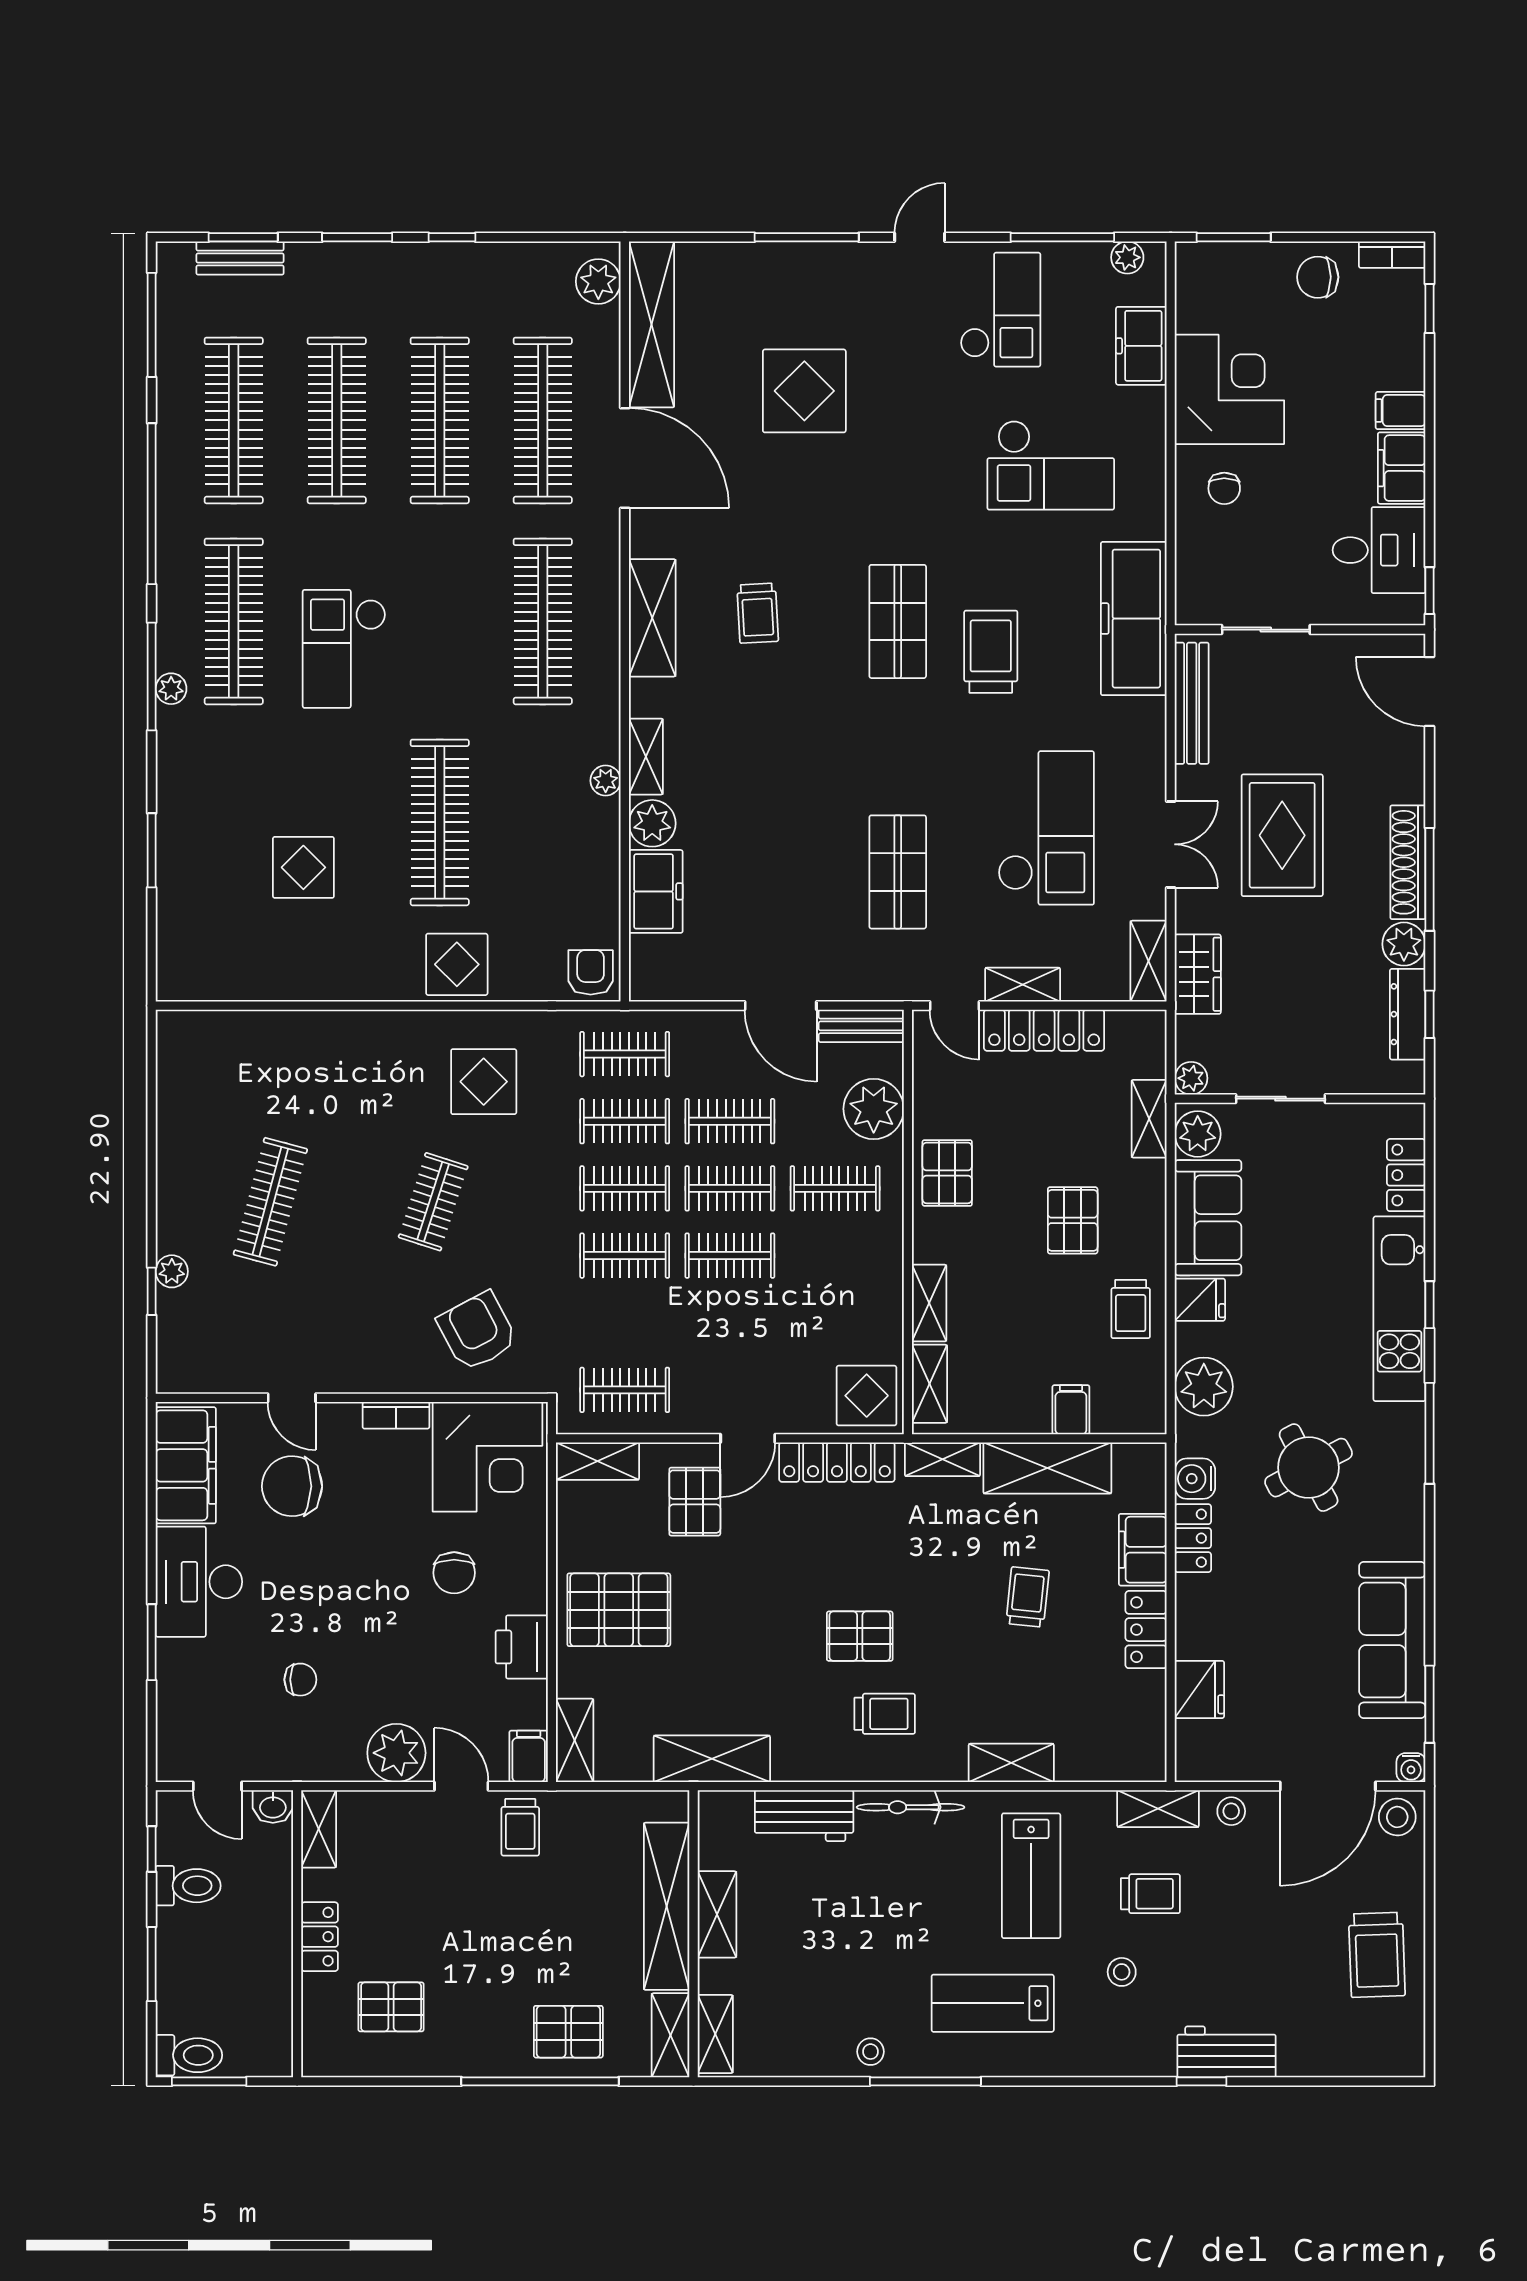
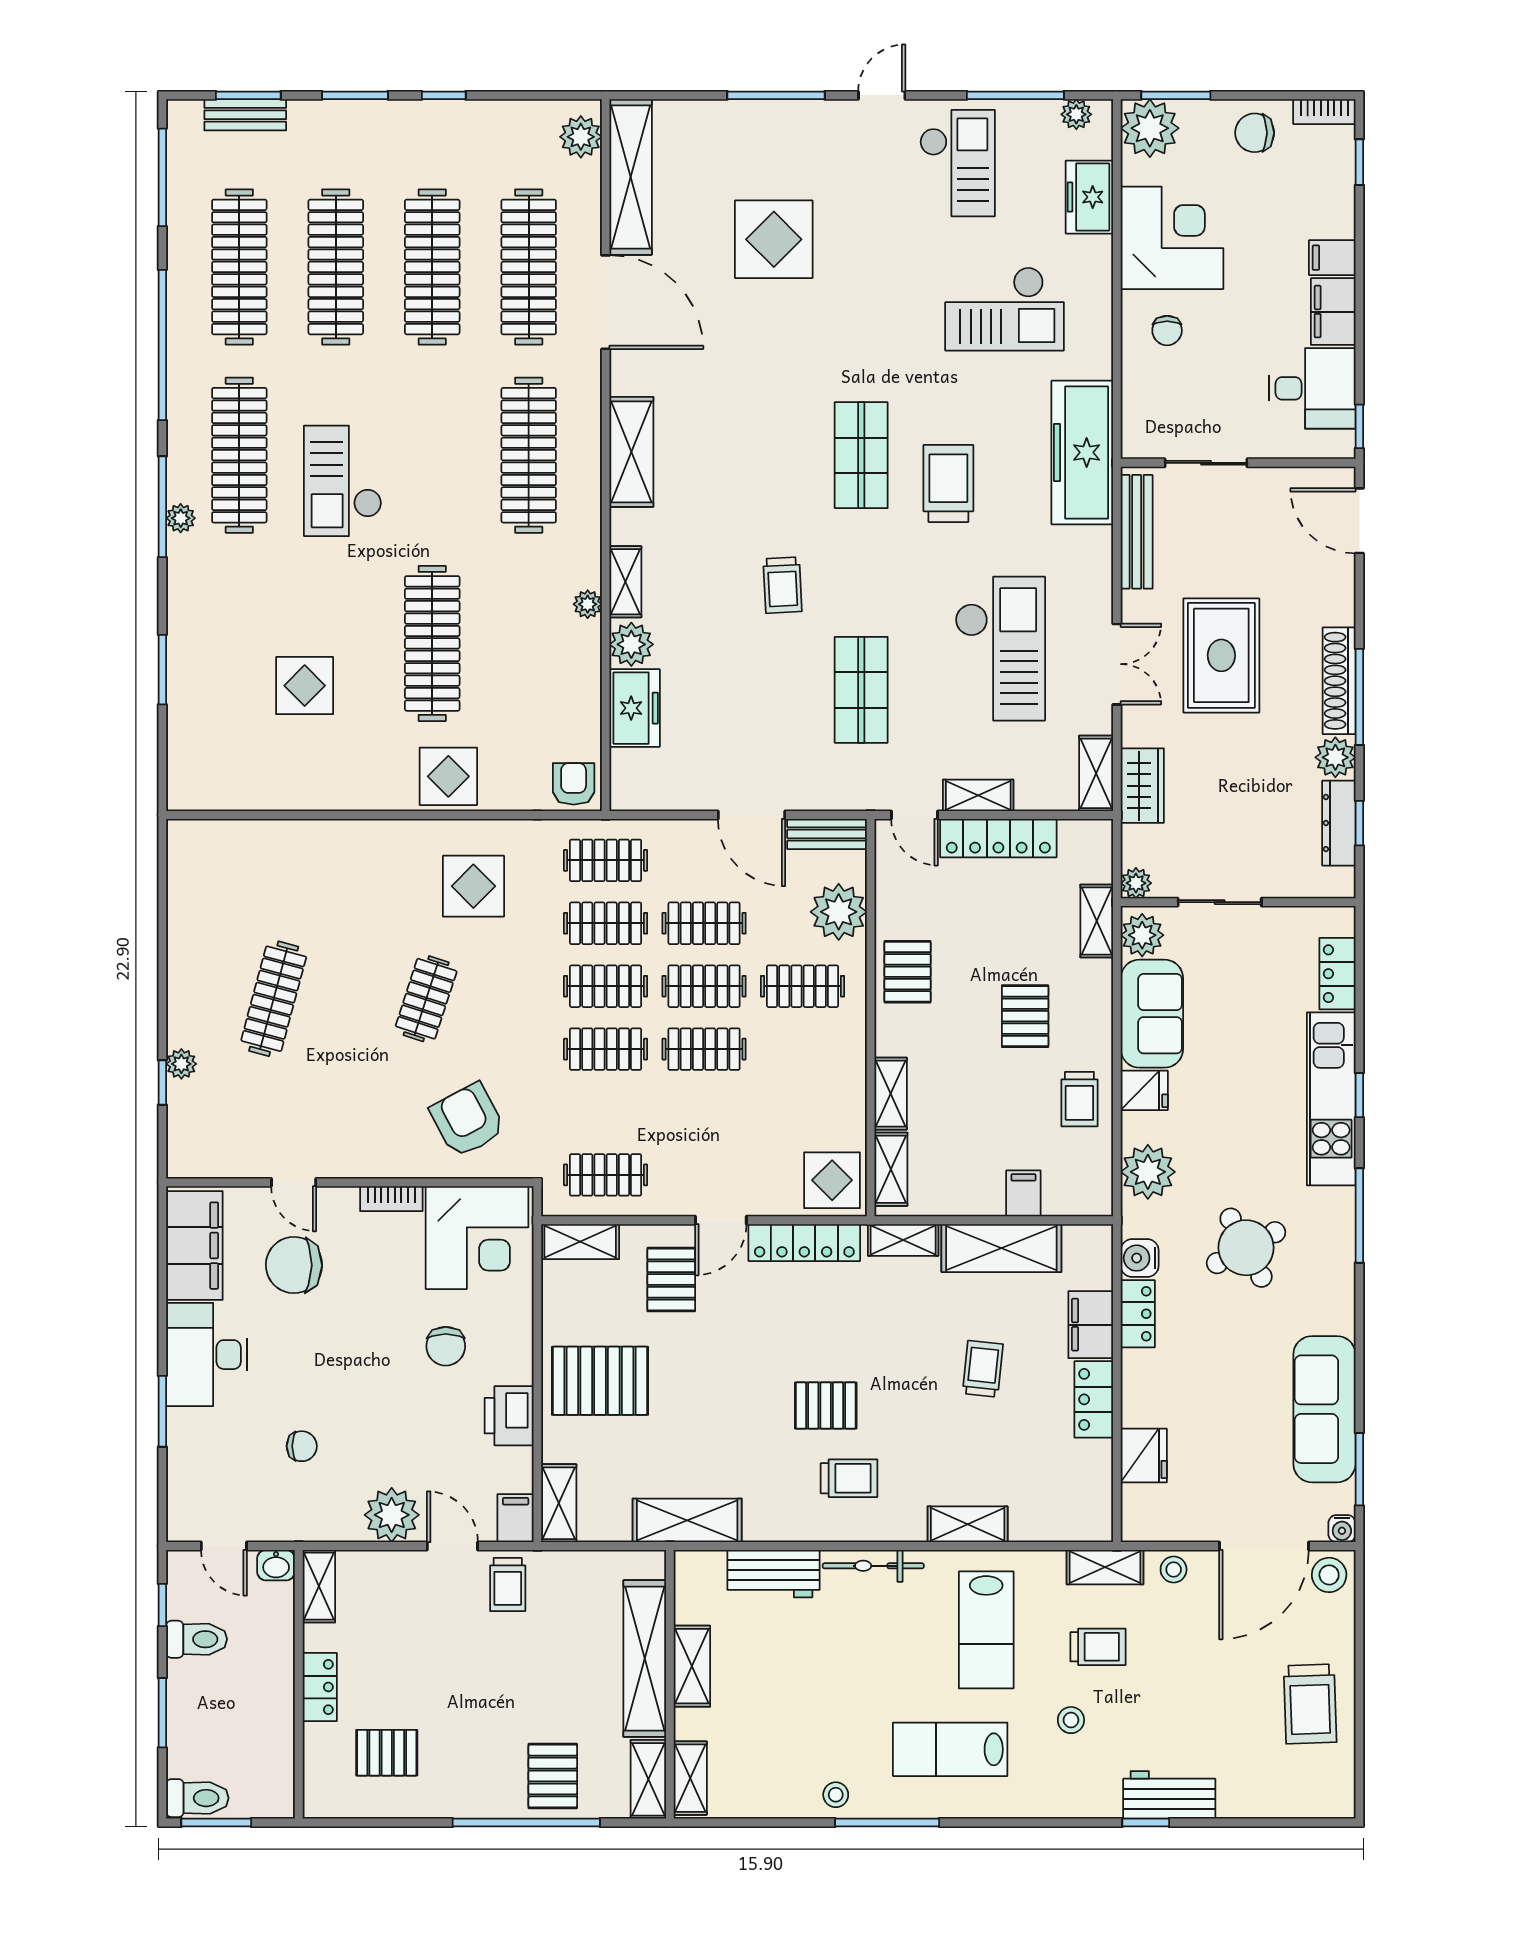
plant: (1206, 272) -> (1150, 128), added
trolley: (758, 613) -> (782, 585), moved
pallet: (568, 2032) -> (553, 1776), turned 90

